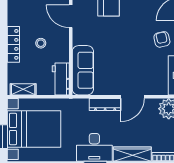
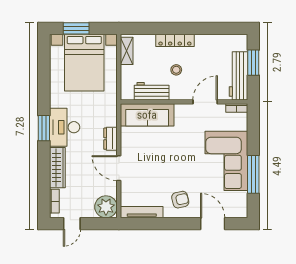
workbench: (61, 79) -> (152, 91), moved
dresser: (105, 104) -> (111, 139), width x0.70

